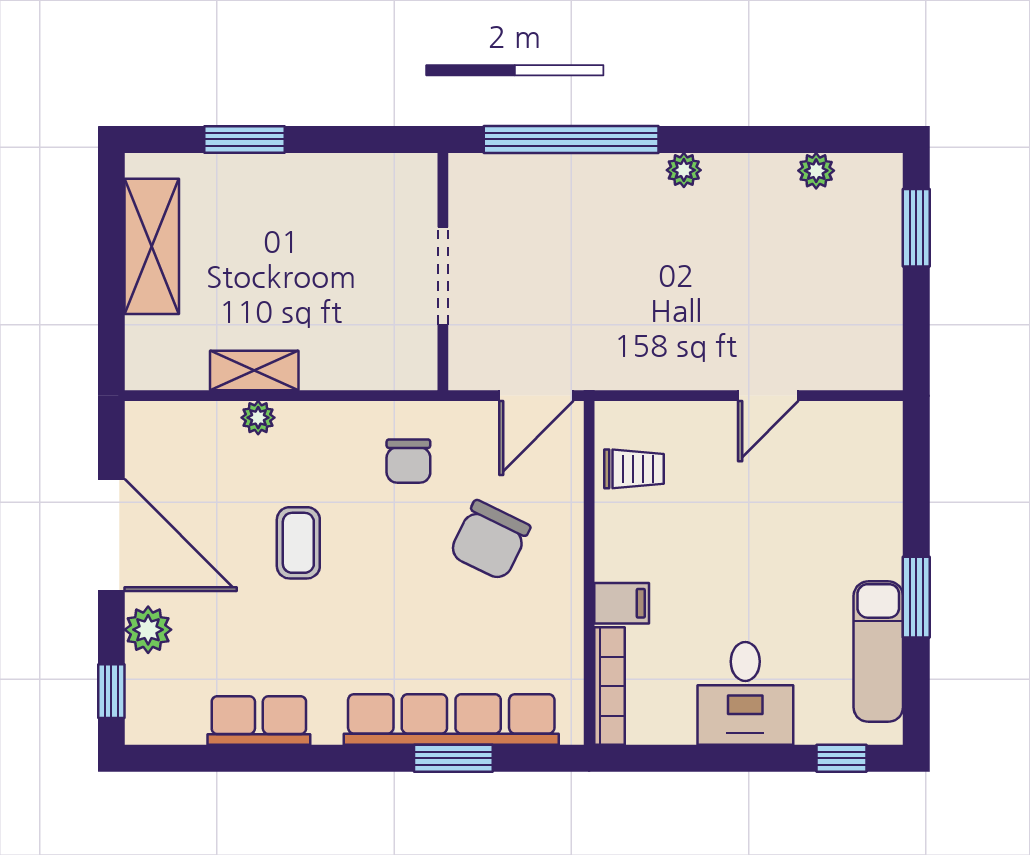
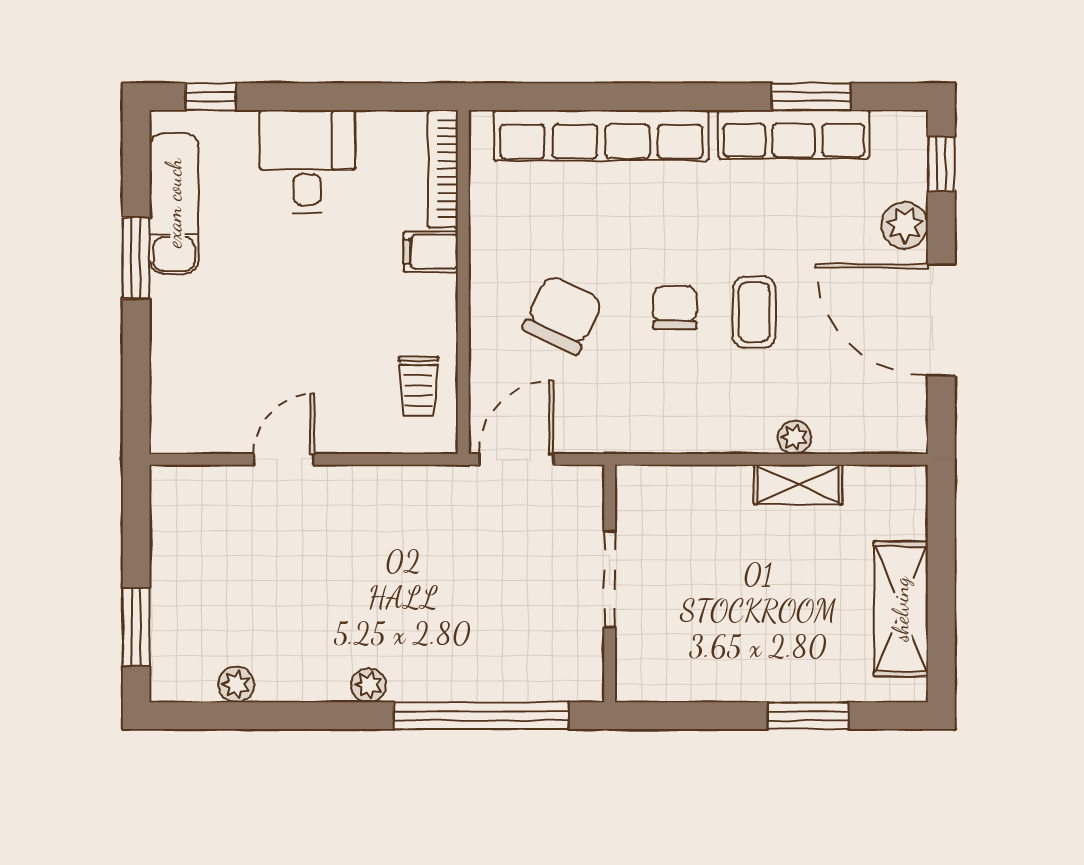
chair: (408, 461) -> (675, 308), moved
trolley: (634, 469) -> (418, 386), turned -90
row of seats: (259, 720) -> (794, 134), width x1.48
window: (453, 758) -> (811, 97), moved

